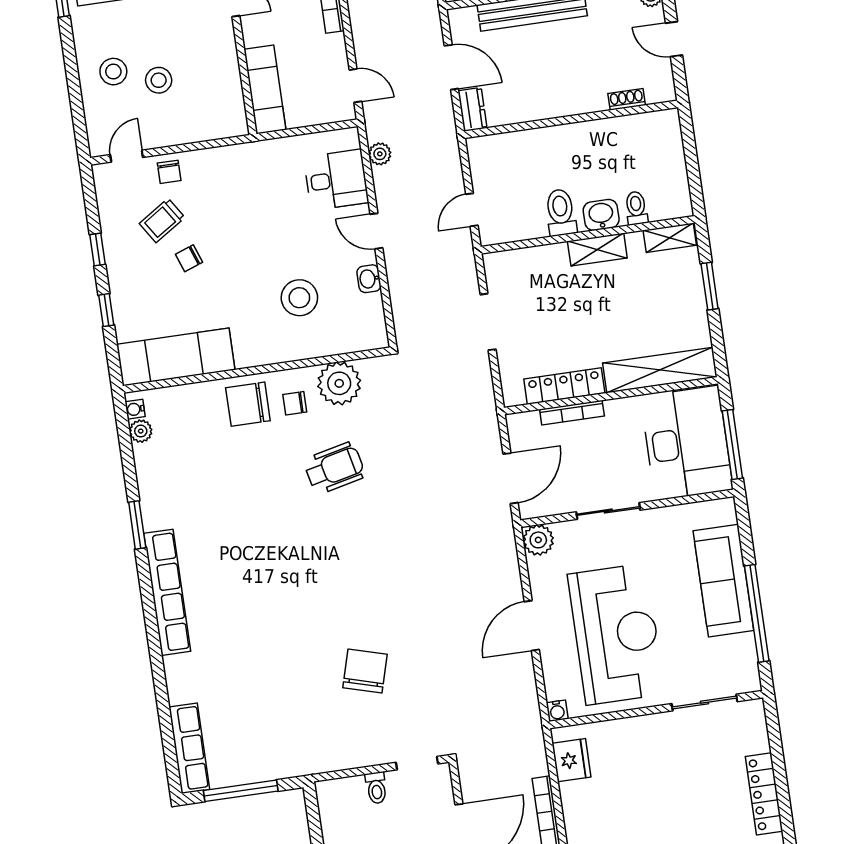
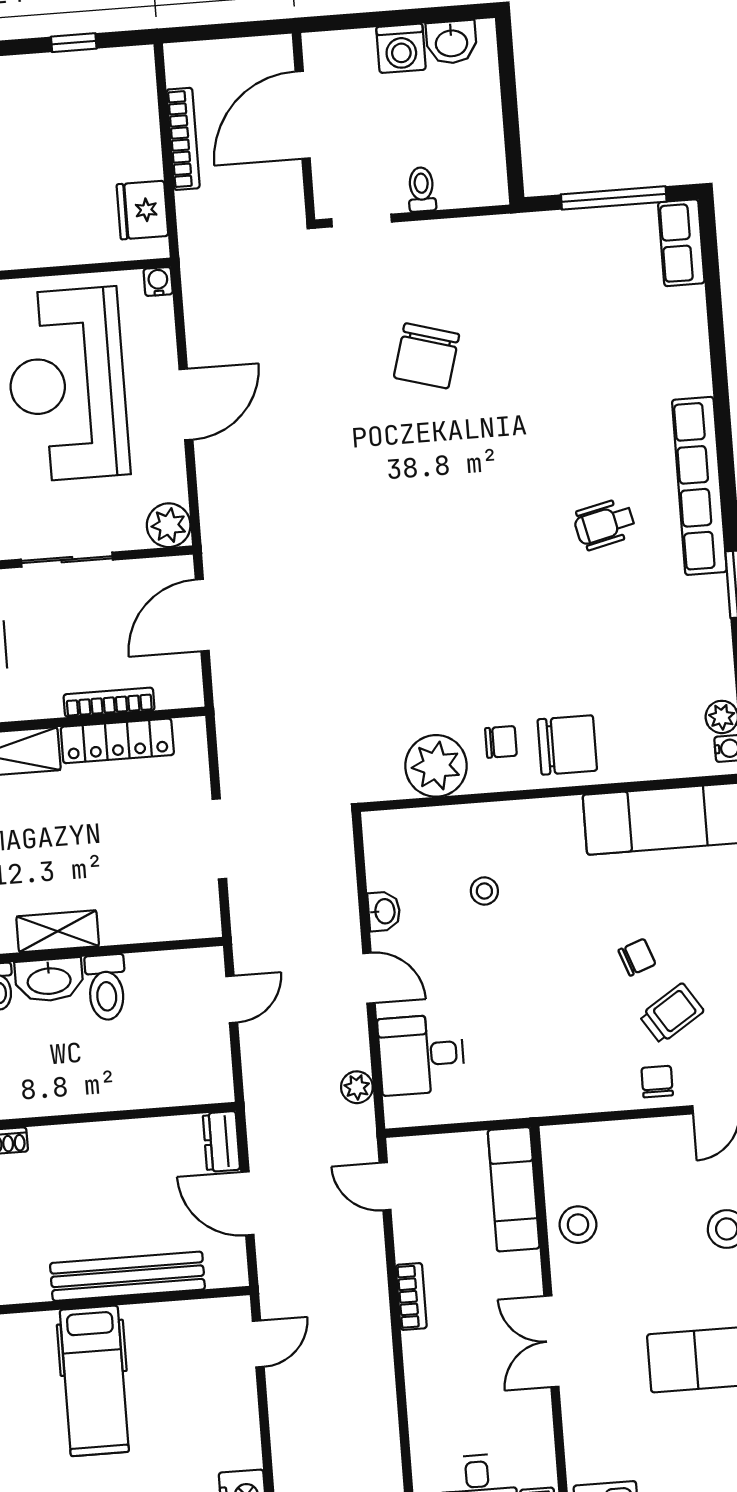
stool: (159, 80) -> (578, 1225), moved
washbasin: (601, 215) -> (49, 980), width x1.38
stool: (299, 298) -> (484, 891), width x0.53, depth x0.53
wheelchair: (334, 468) -> (604, 524), moved, width x0.73, depth x0.73
row of seats: (189, 748) -> (681, 243), width x0.68

